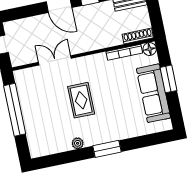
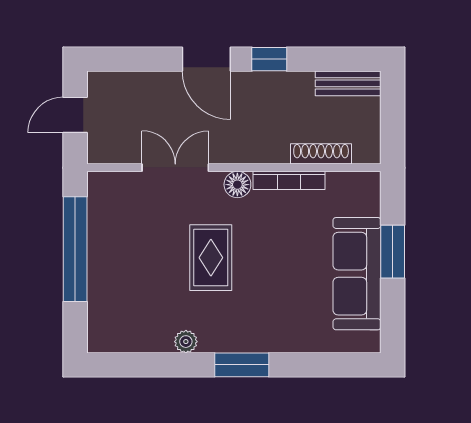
shoe rack: (138, 36) -> (321, 154), moved
floor lamp: (150, 49) -> (237, 185), moved
bookcase: (124, 52) -> (289, 180), moved

